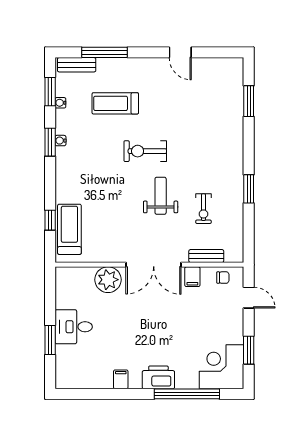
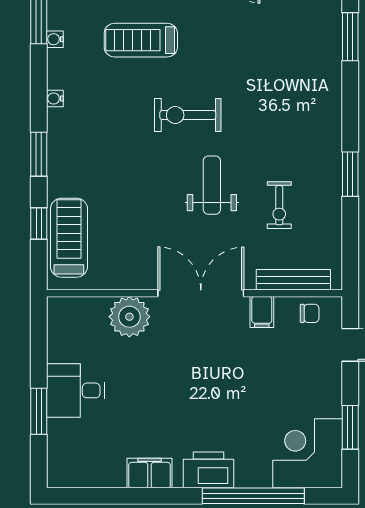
window: (50, 142) -> (39, 154), moved
bench: (206, 256) -> (293, 280), width x1.36
double door: (154, 265) -> (201, 293), swing flipped
filing cabinet: (121, 379) -> (150, 473), width x2.00

